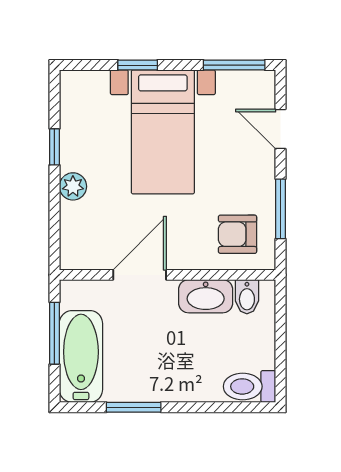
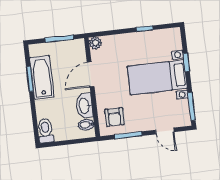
door: (280, 129) -> (165, 131), swing flipped
plant: (73, 186) -> (95, 43), moved
armchair: (238, 234) -> (114, 117), turned 180
door: (140, 275) -> (91, 74), swing flipped
bathtub: (81, 356) -> (42, 77), moved, turned -90

